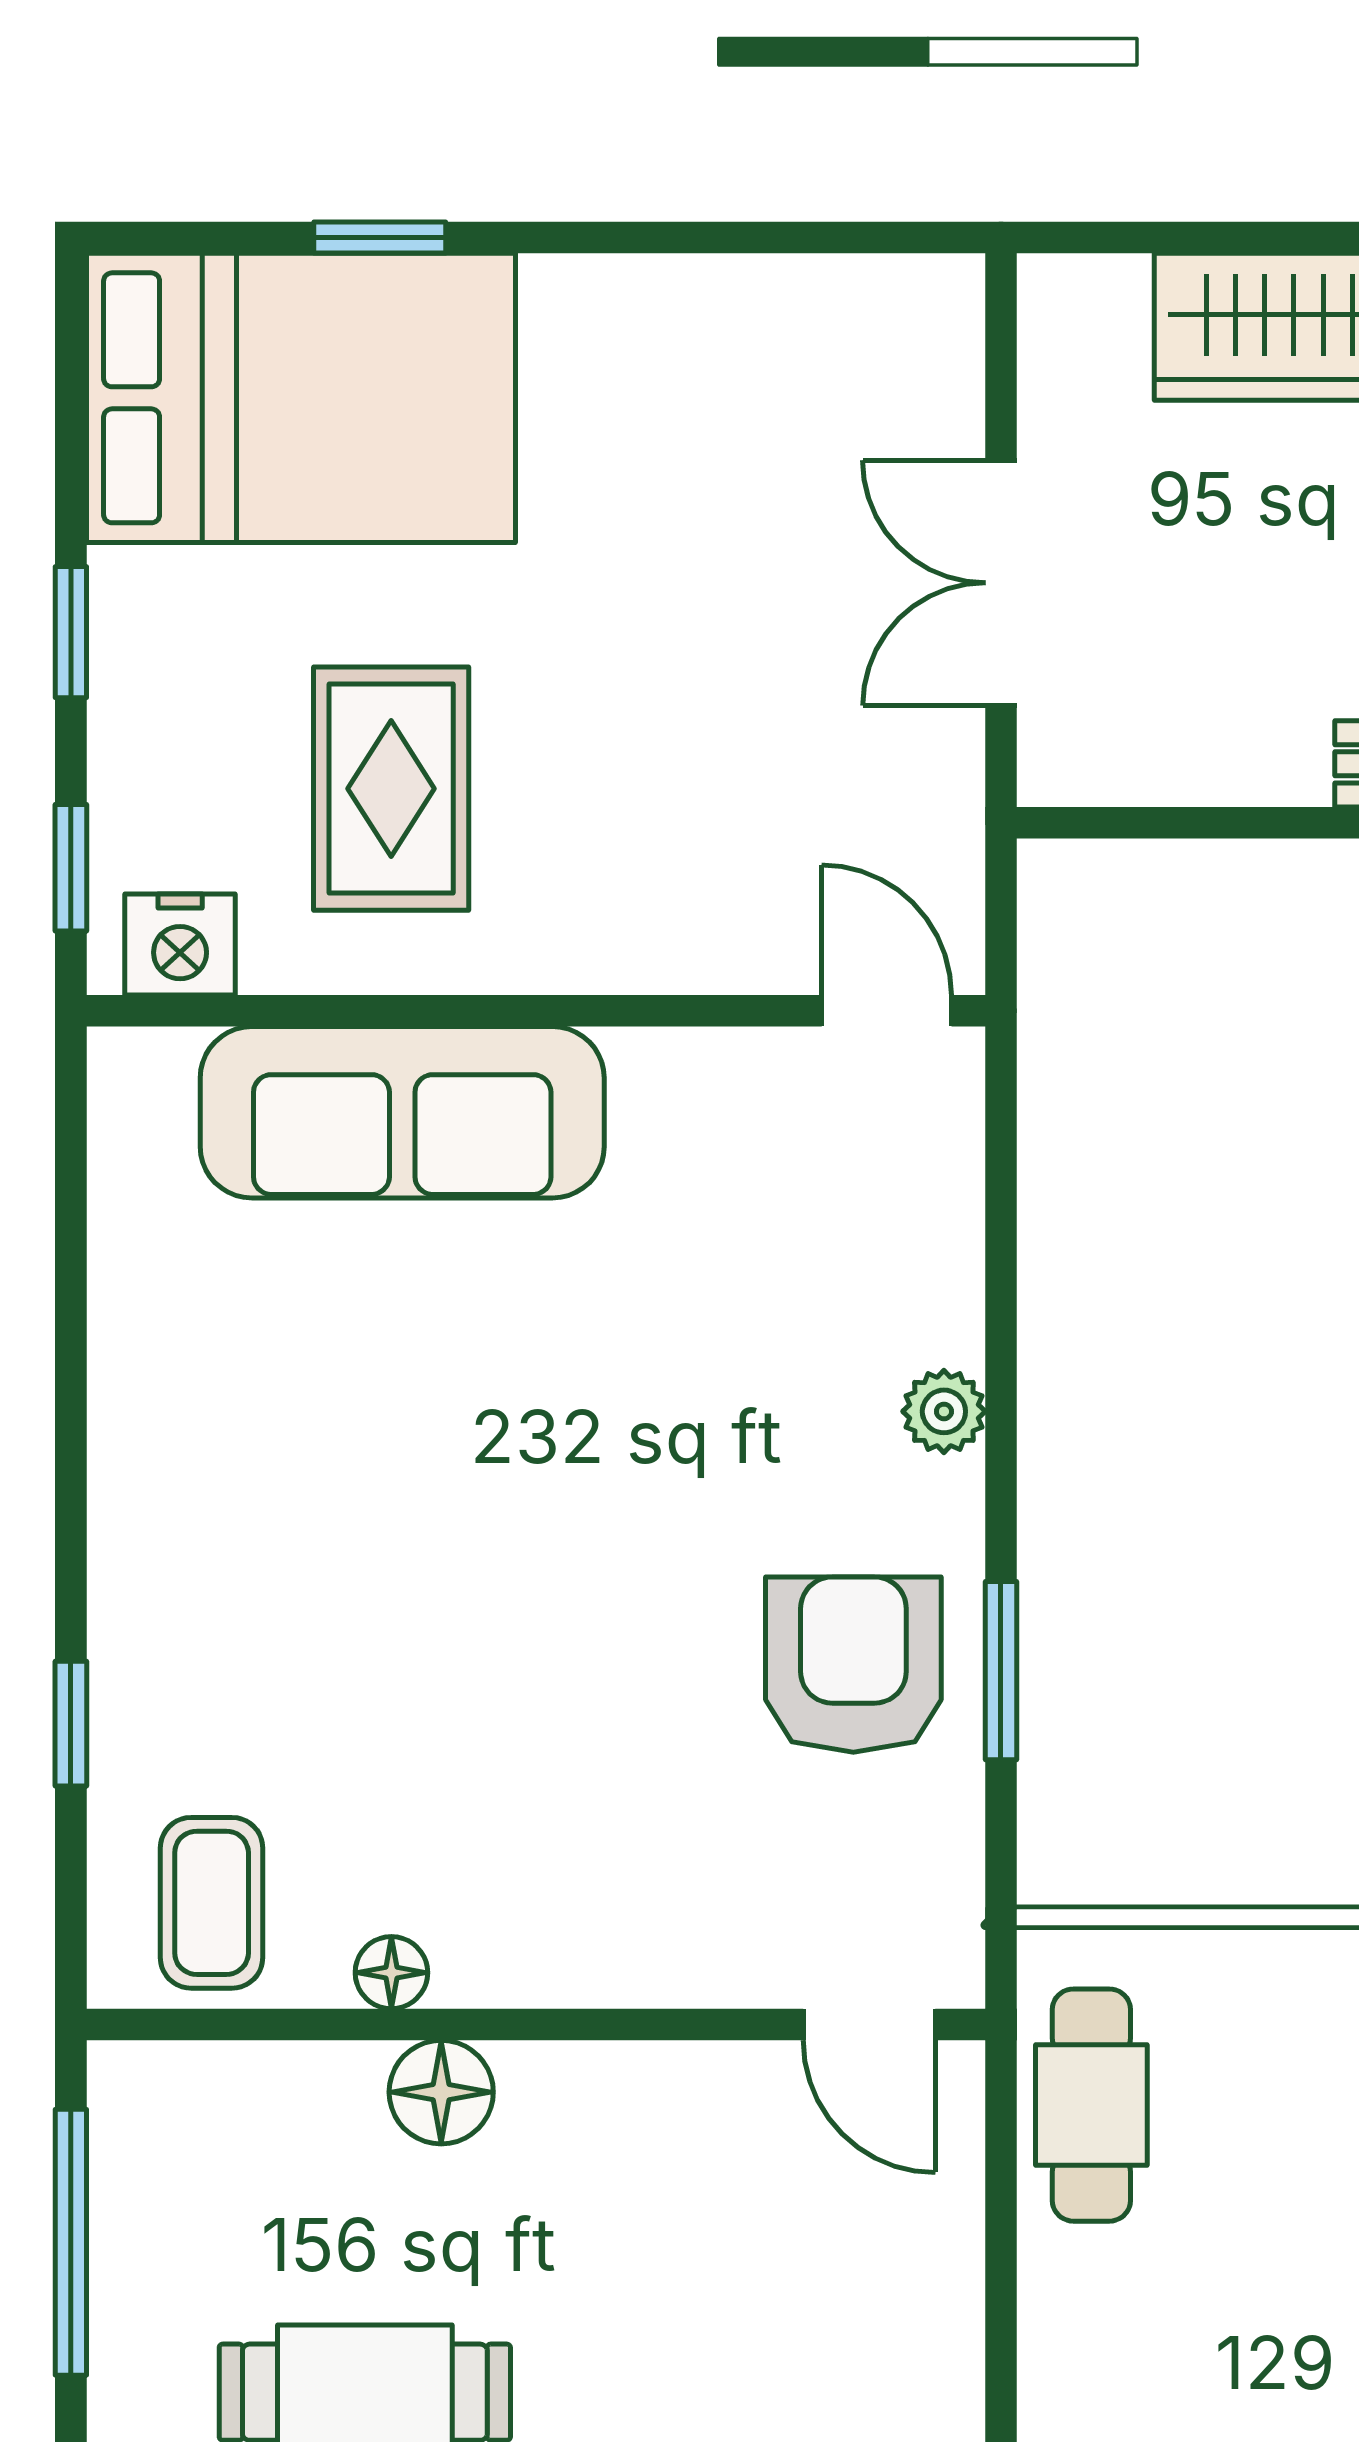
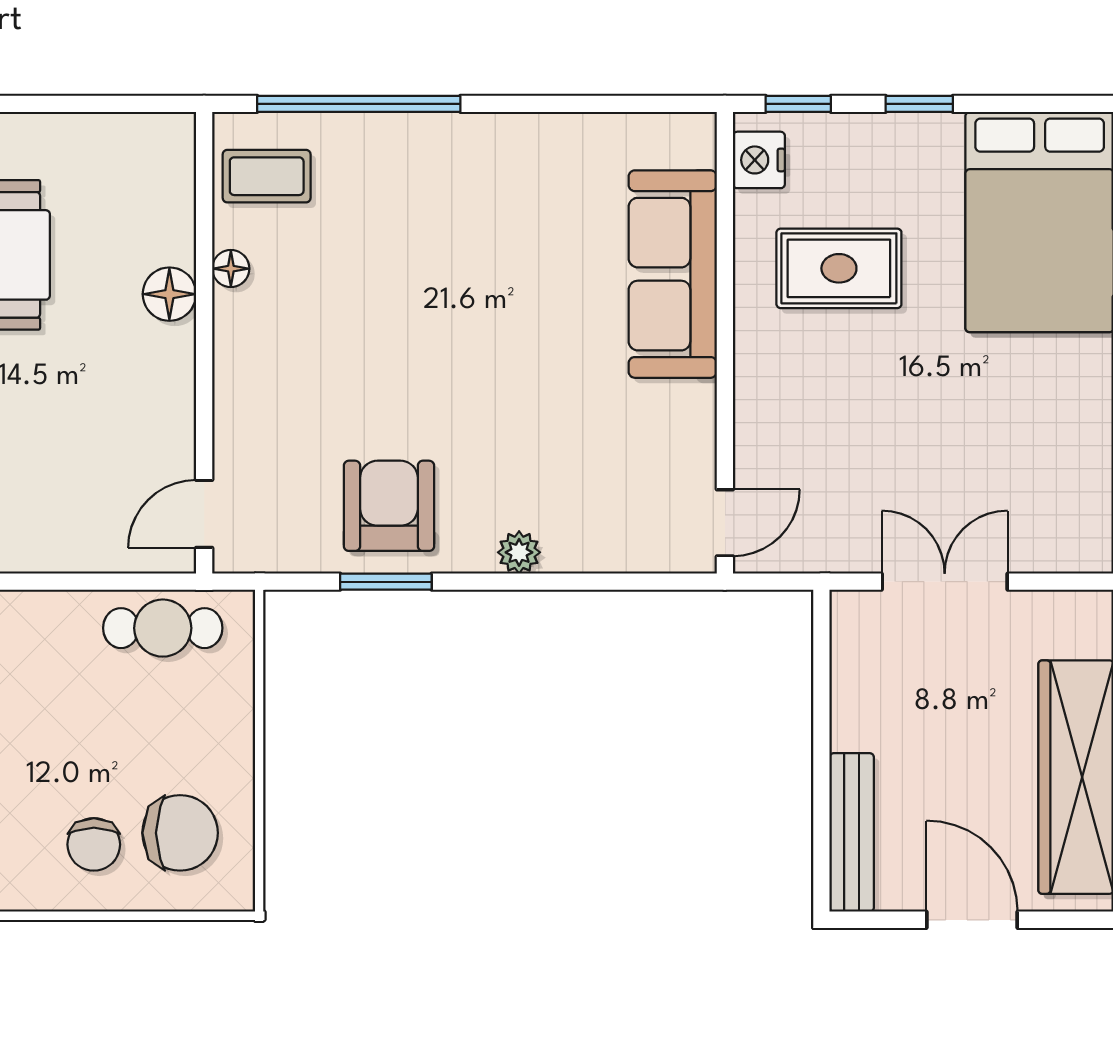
armchair: (853, 1665) -> (389, 506), turned -90
window: (71, 1724) -> (359, 104), width x3.17
window: (71, 2242) -> (92, 104), removed

